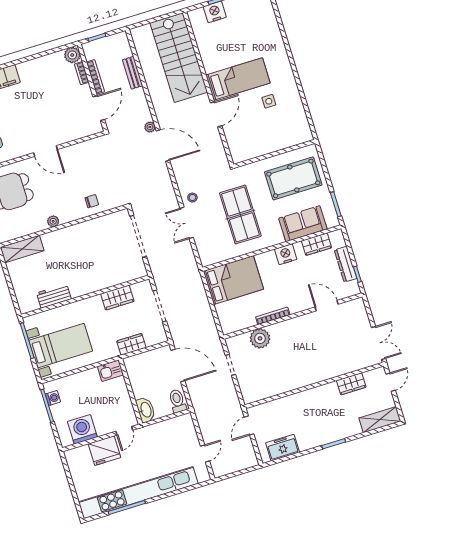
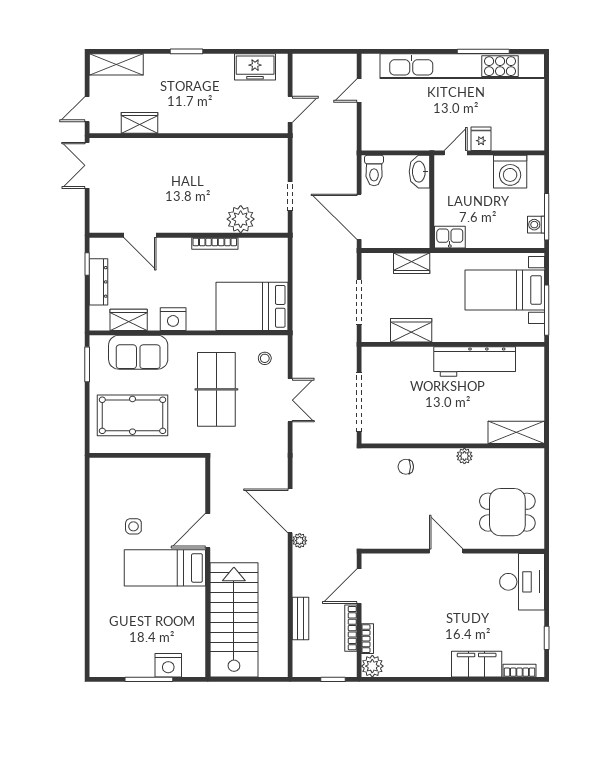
stool: (192, 198) -> (265, 358), moved
workbench: (54, 296) -> (475, 361), width x1.88, depth x1.32
fridge: (104, 451) -> (481, 139), width x0.53, depth x0.75

